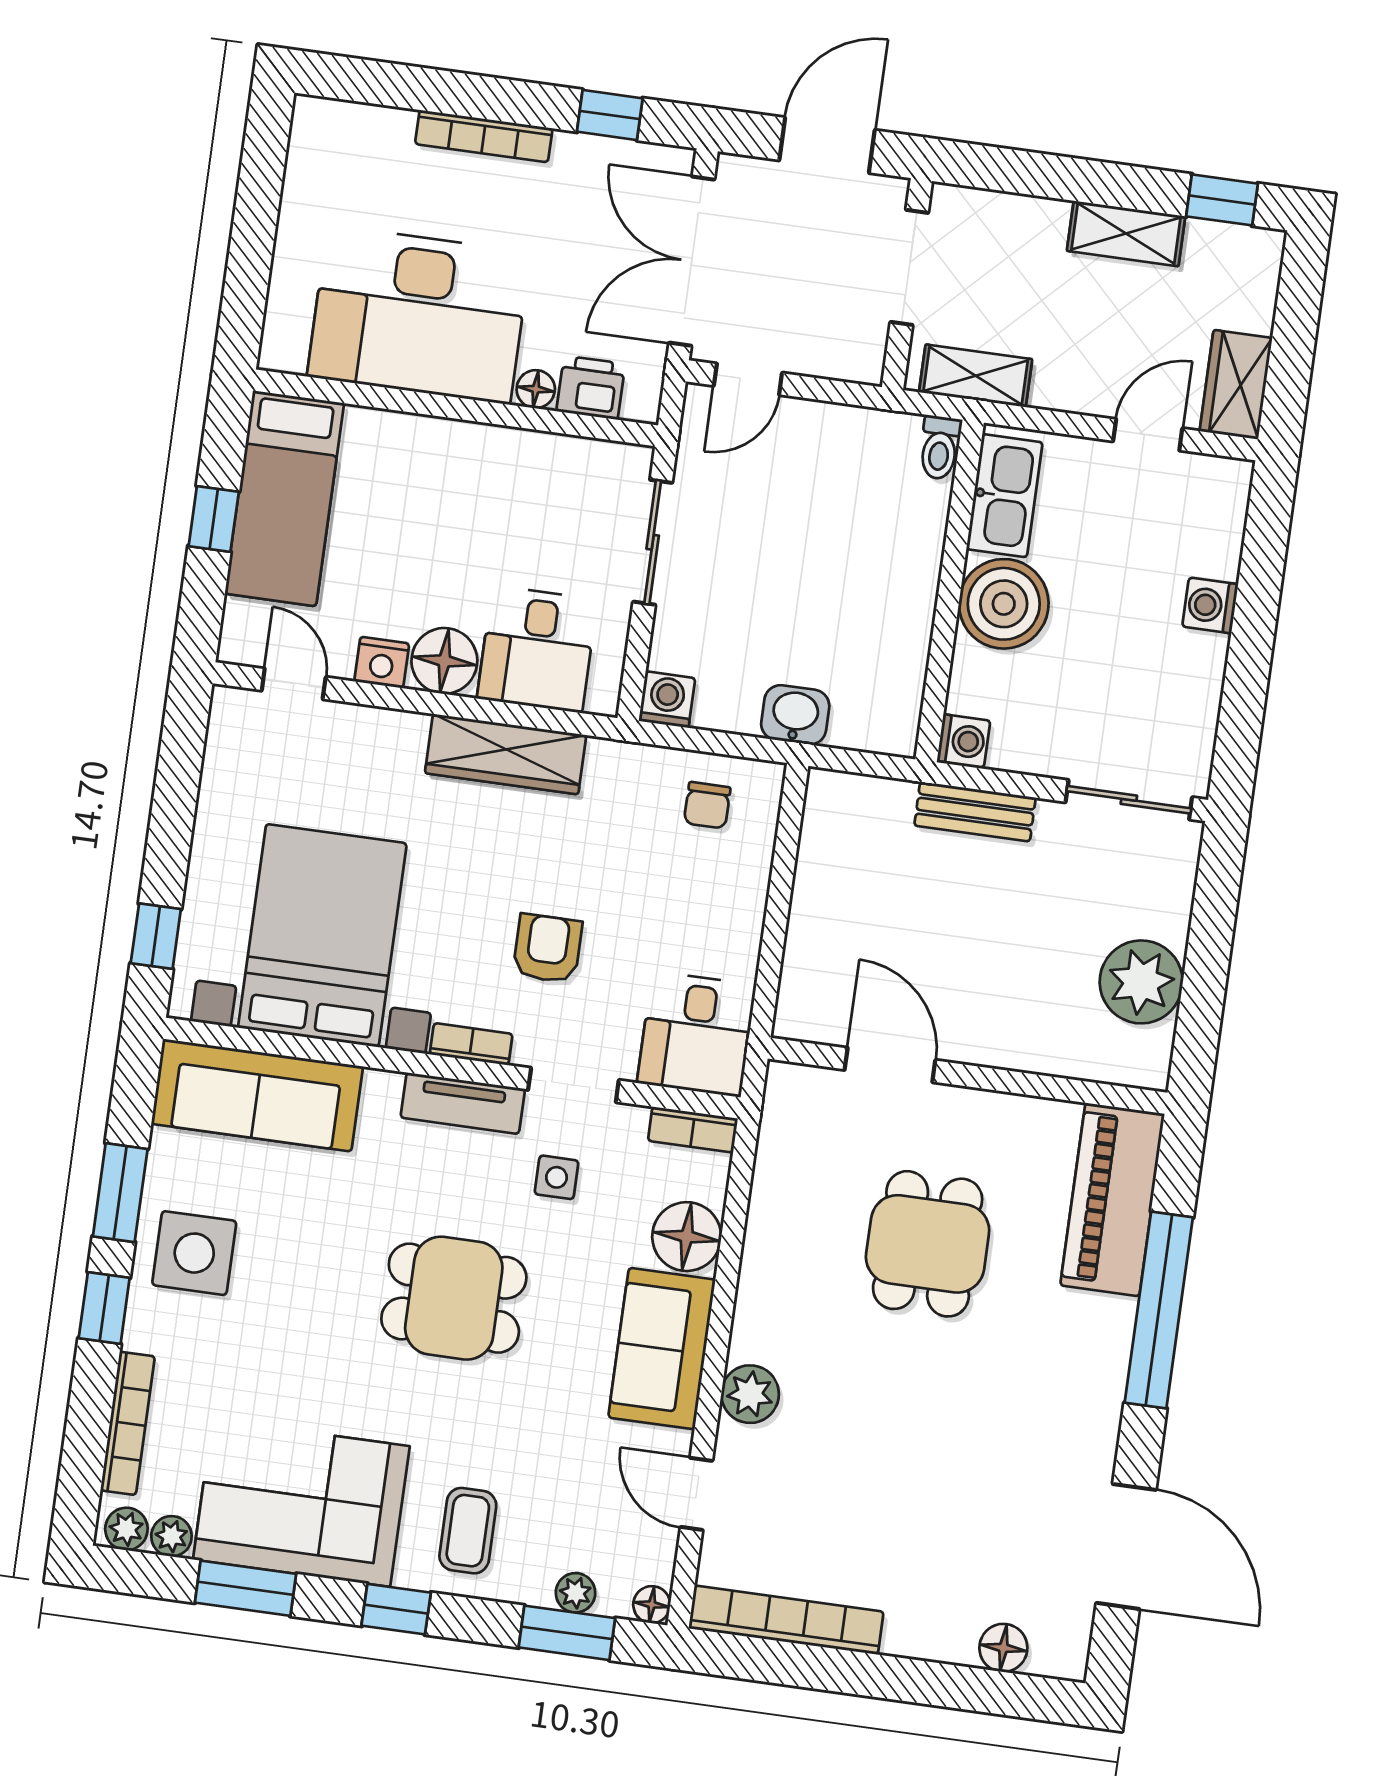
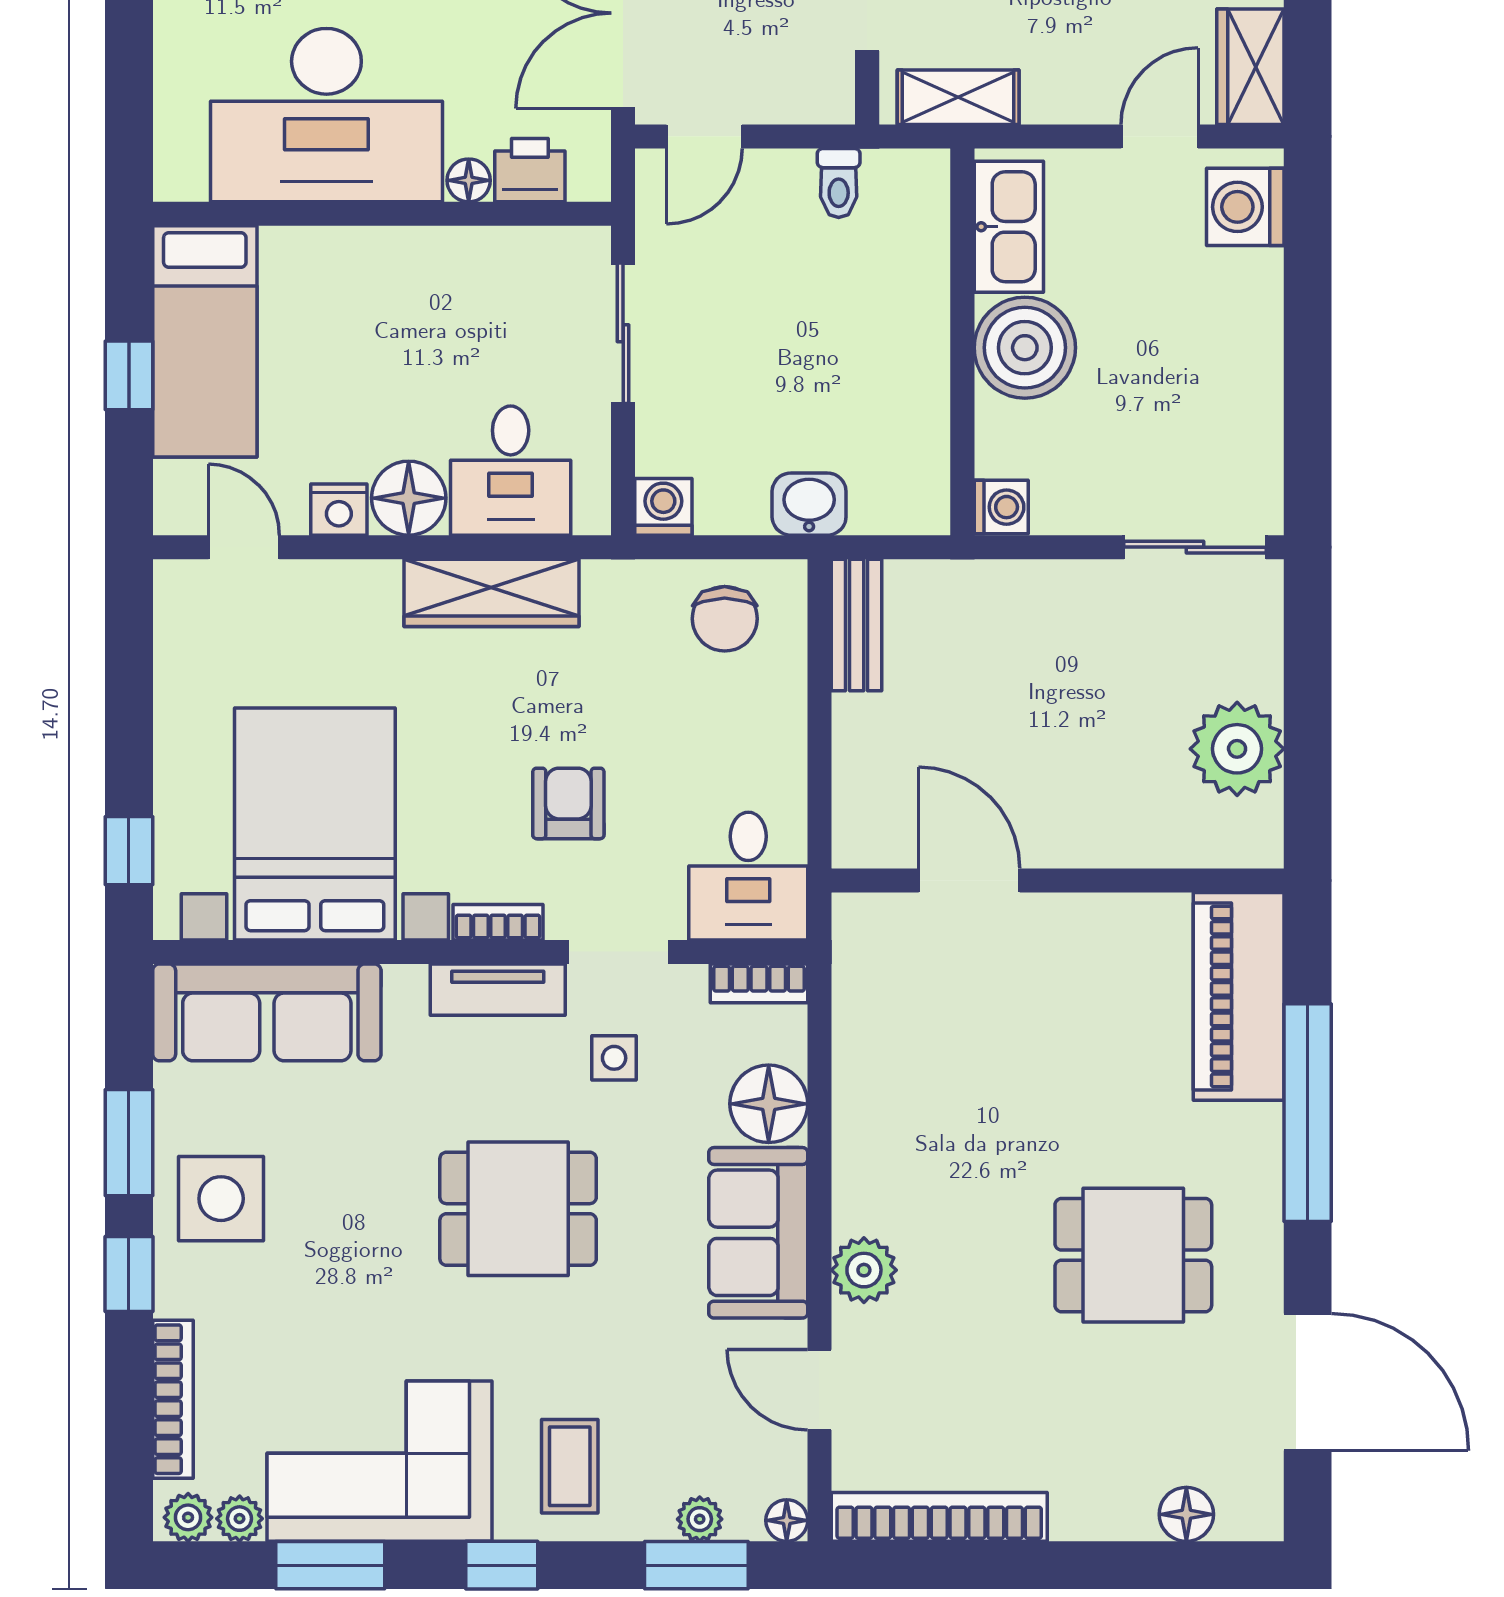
toilet: (940, 448) -> (839, 183), moved
washing machine: (1210, 605) -> (1245, 207), moved, width x1.38, depth x1.38
chair: (707, 805) -> (725, 619), width x1.37, depth x1.37
bench: (975, 812) -> (857, 625), moved, turned 90
dining table: (928, 1244) -> (1133, 1255), moved, turned 90

